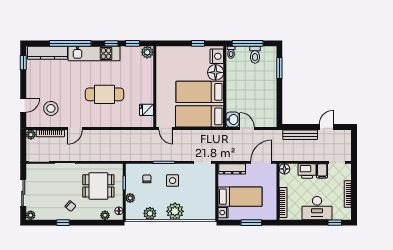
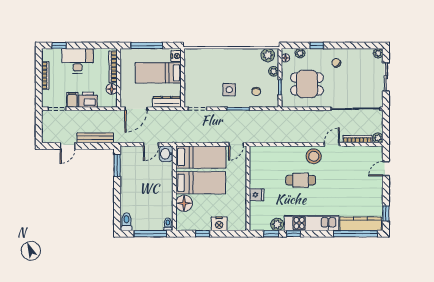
window: (70, 43) -> (356, 234), moved
plant: (147, 52) -> (277, 224), moved
toilet: (255, 55) -> (126, 222), moved
nightstand: (217, 56) -> (219, 224), moved, turned -90
window: (279, 68) -> (117, 166), moved
cafe table: (105, 94) -> (301, 180), width x0.73, depth x0.74
stool: (51, 108) -> (314, 156), moved
fridge: (146, 110) -> (257, 195), moved
door: (166, 128) -> (236, 144), swing flipped
door: (247, 128) -> (151, 144), hinge flipped
floor lamp: (284, 169) -> (112, 89), moved
plant: (175, 211) -> (227, 57), removed
plant: (150, 213) -> (268, 55), moved
window: (63, 223) -> (317, 45), moved
window: (251, 223) -> (147, 45), width x1.44

